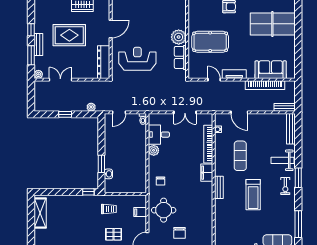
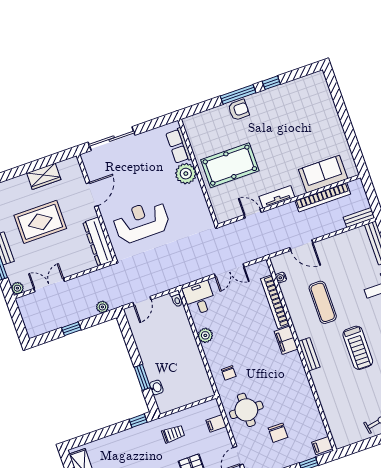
table tennis table: (272, 24) -> (304, 113), removed
row of seats: (180, 57) -> (179, 146), moved
desk: (159, 135) -> (200, 298), moved, turned 90

